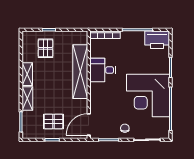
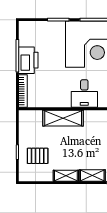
printer: (157, 40) -> (28, 60), moved
desk: (103, 70) -> (84, 94), moved
shelving: (80, 72) -> (63, 118), width x0.68

